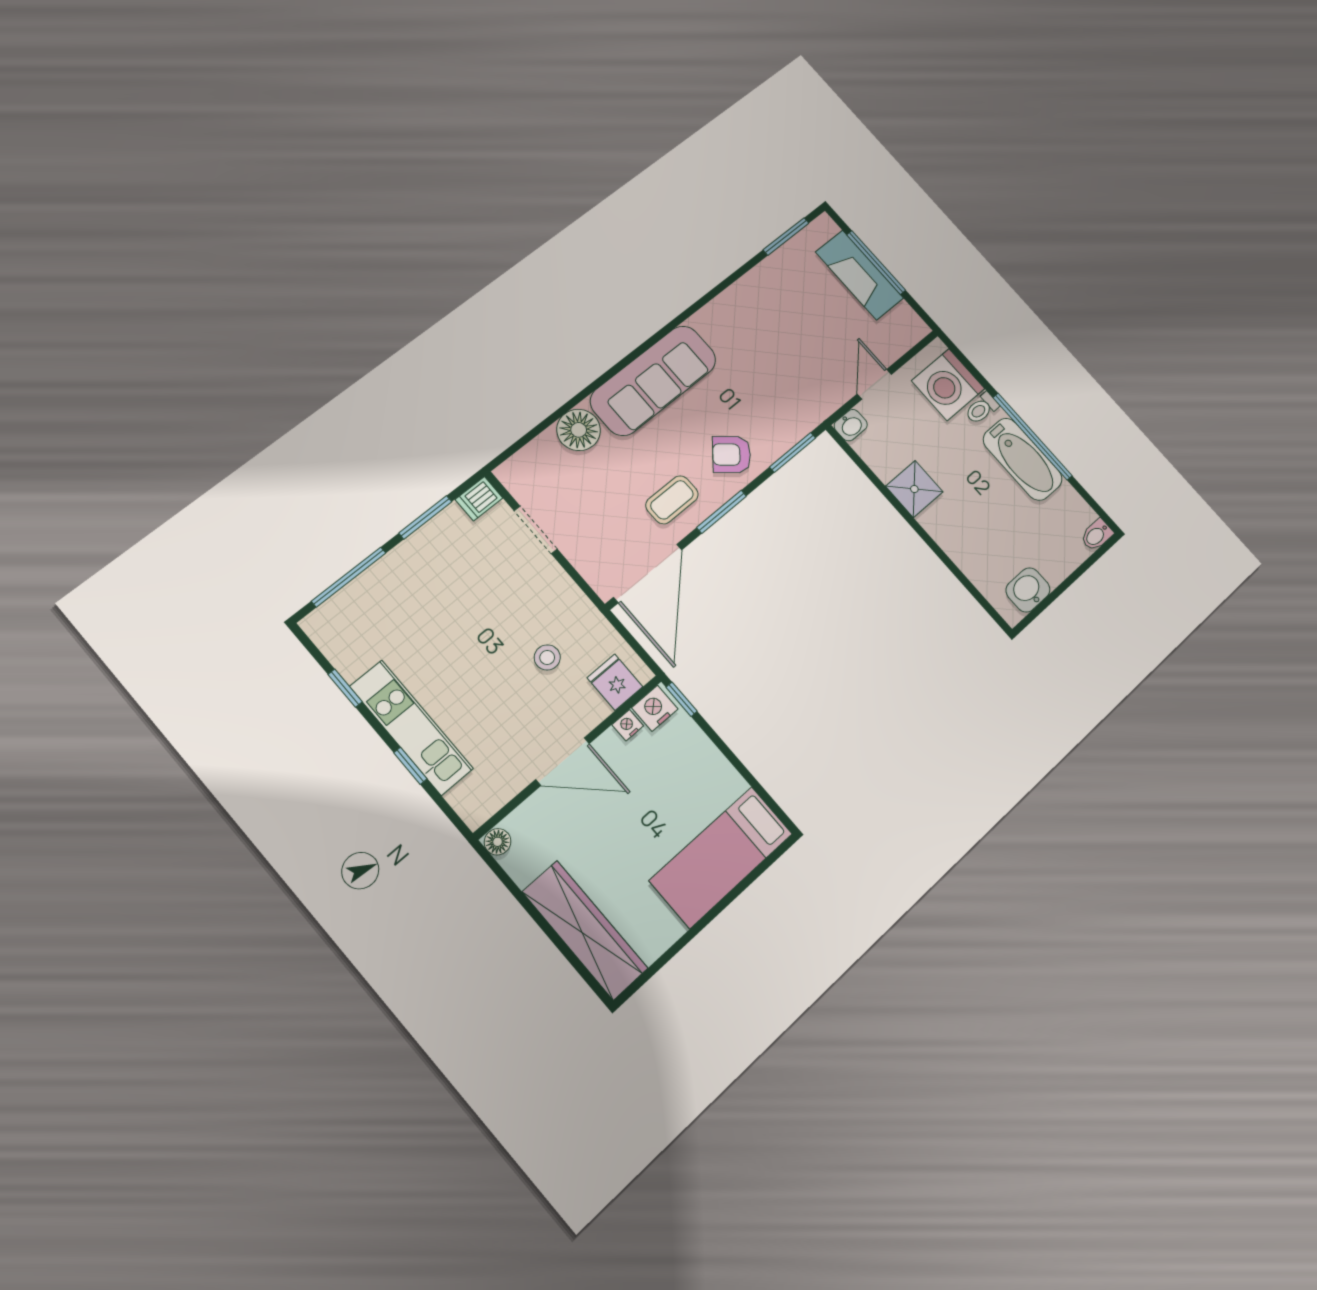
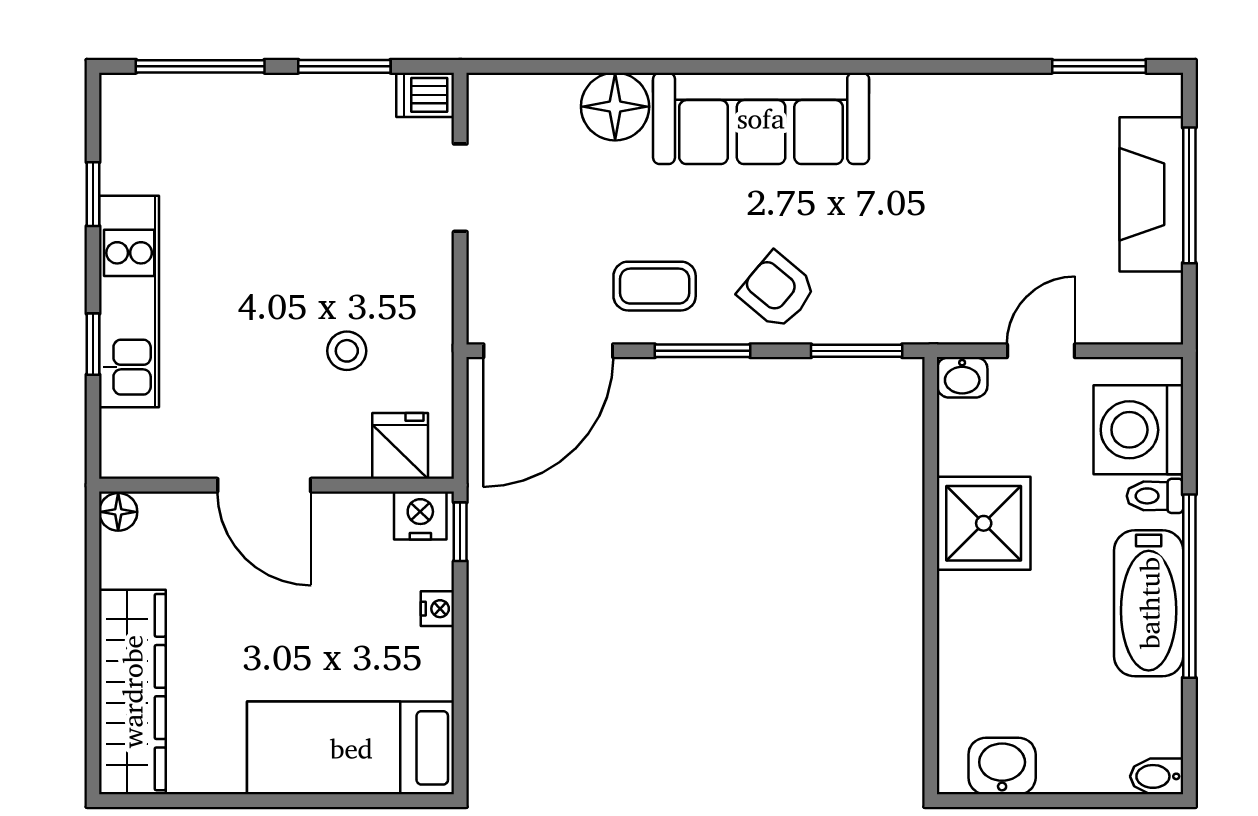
shower: (914, 489) -> (984, 523), width x1.36, depth x1.36
nightstand: (628, 725) -> (437, 609), moved, turned 90

